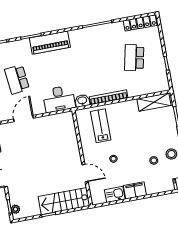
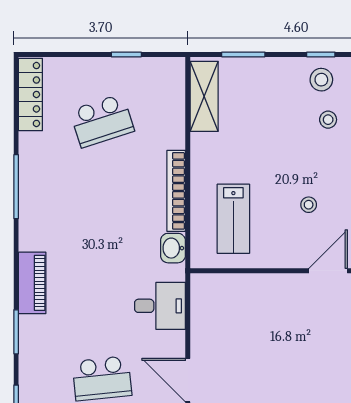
piano: (50, 43) -> (32, 283), width x0.73, depth x0.75
school desk: (134, 58) -> (102, 121), turned -30
desk: (59, 99) -> (160, 306), width x0.73
lab bench: (101, 126) -> (233, 219), turned -90

